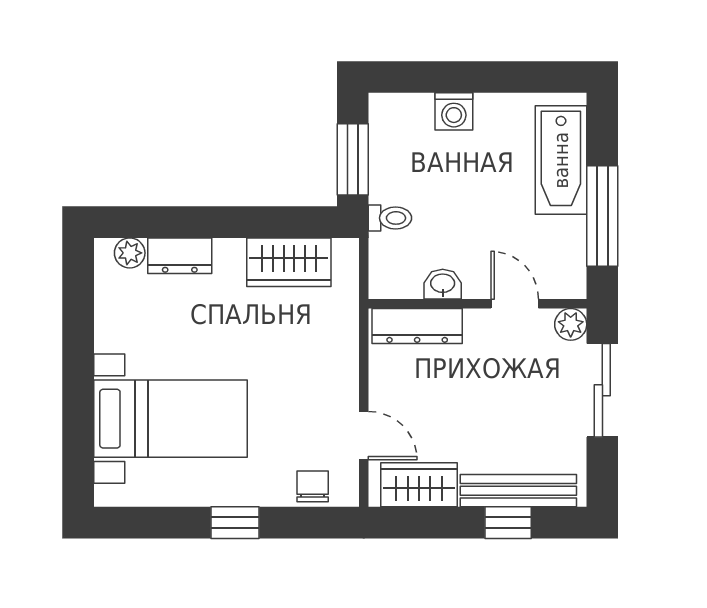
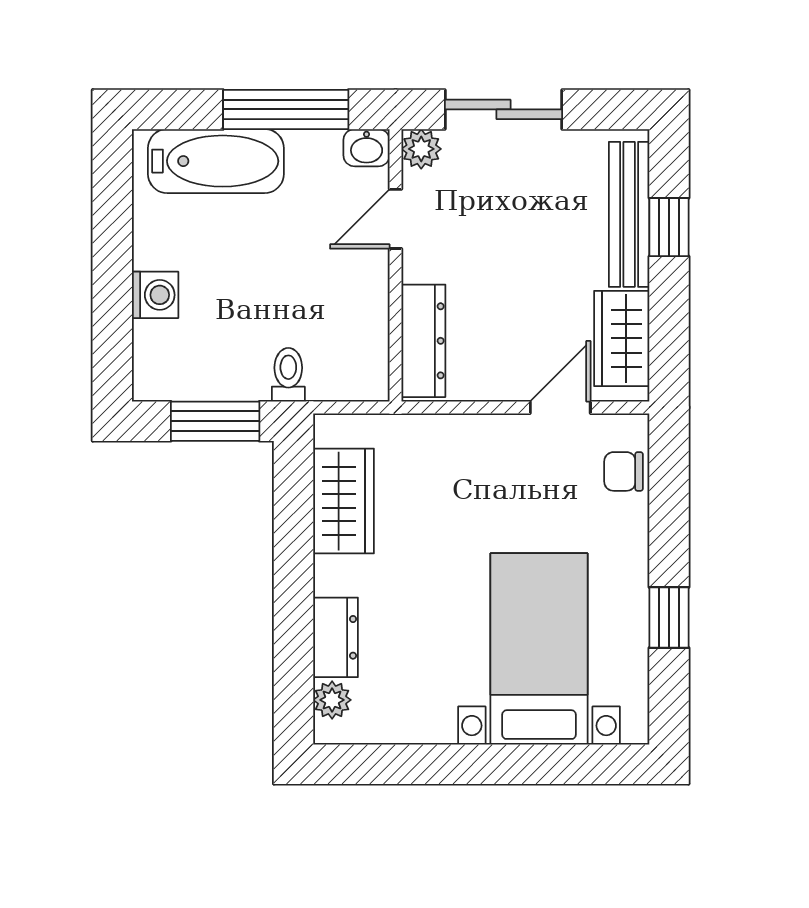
washbasin: (443, 284) -> (367, 148), moved, turned -90
window: (235, 523) -> (669, 618), moved

